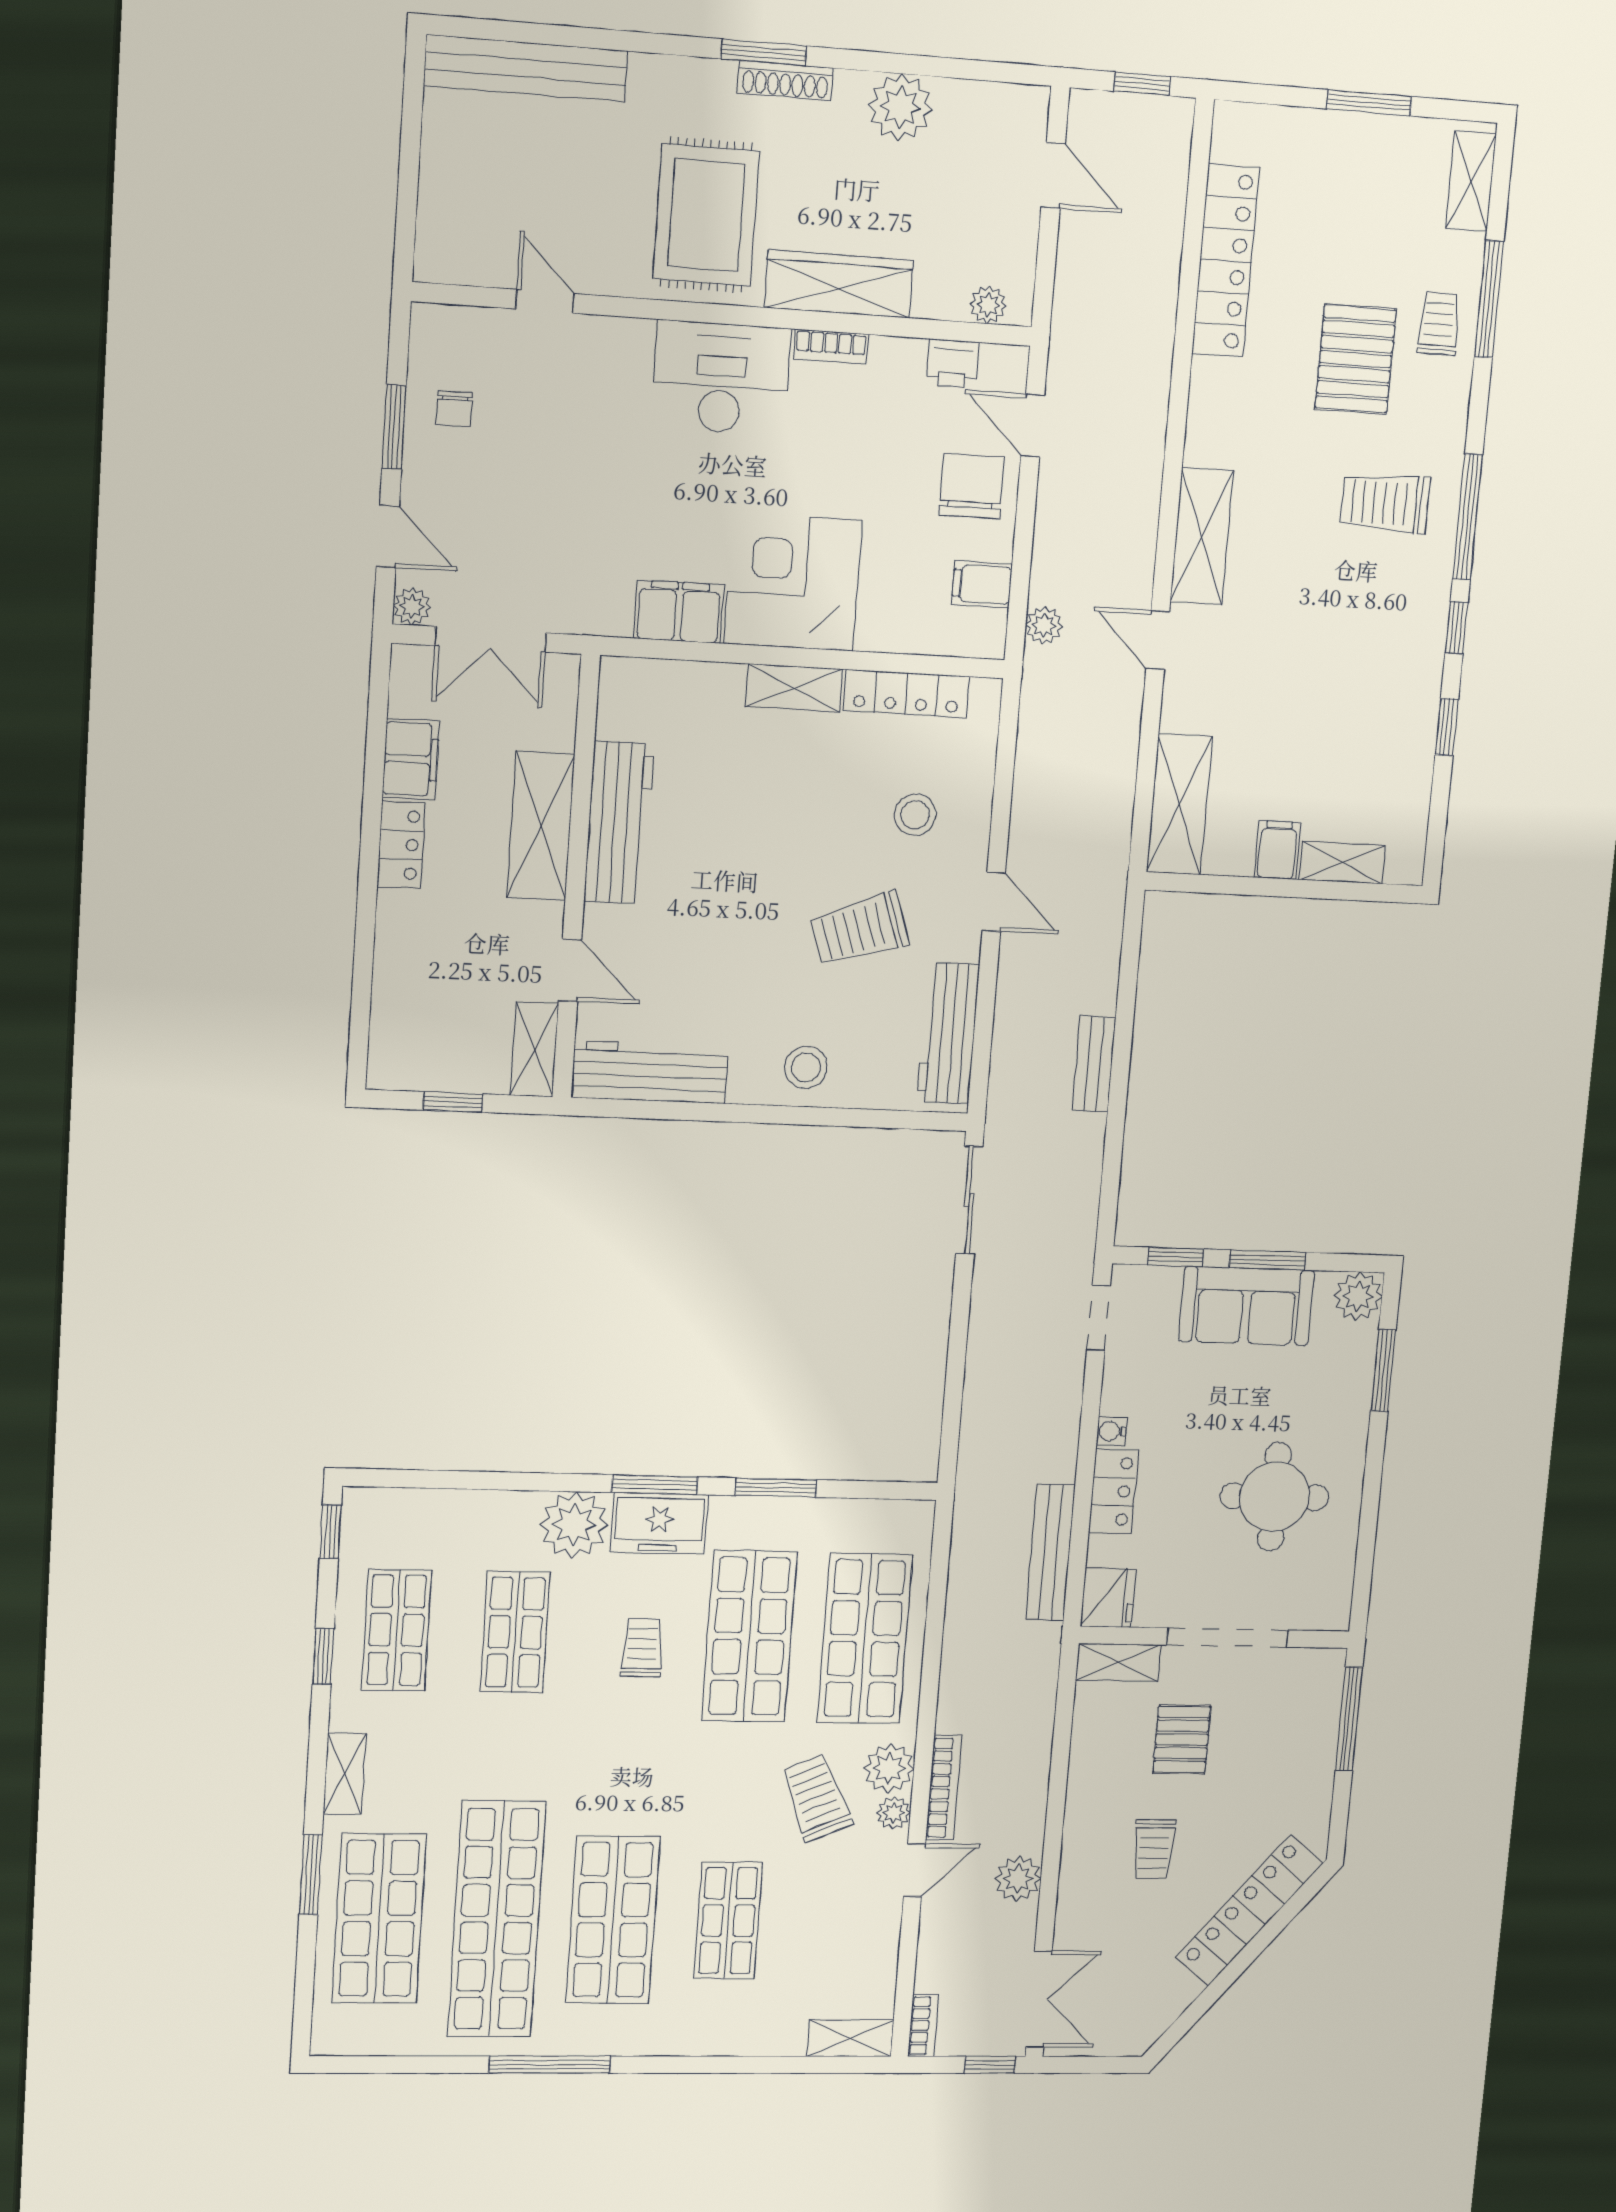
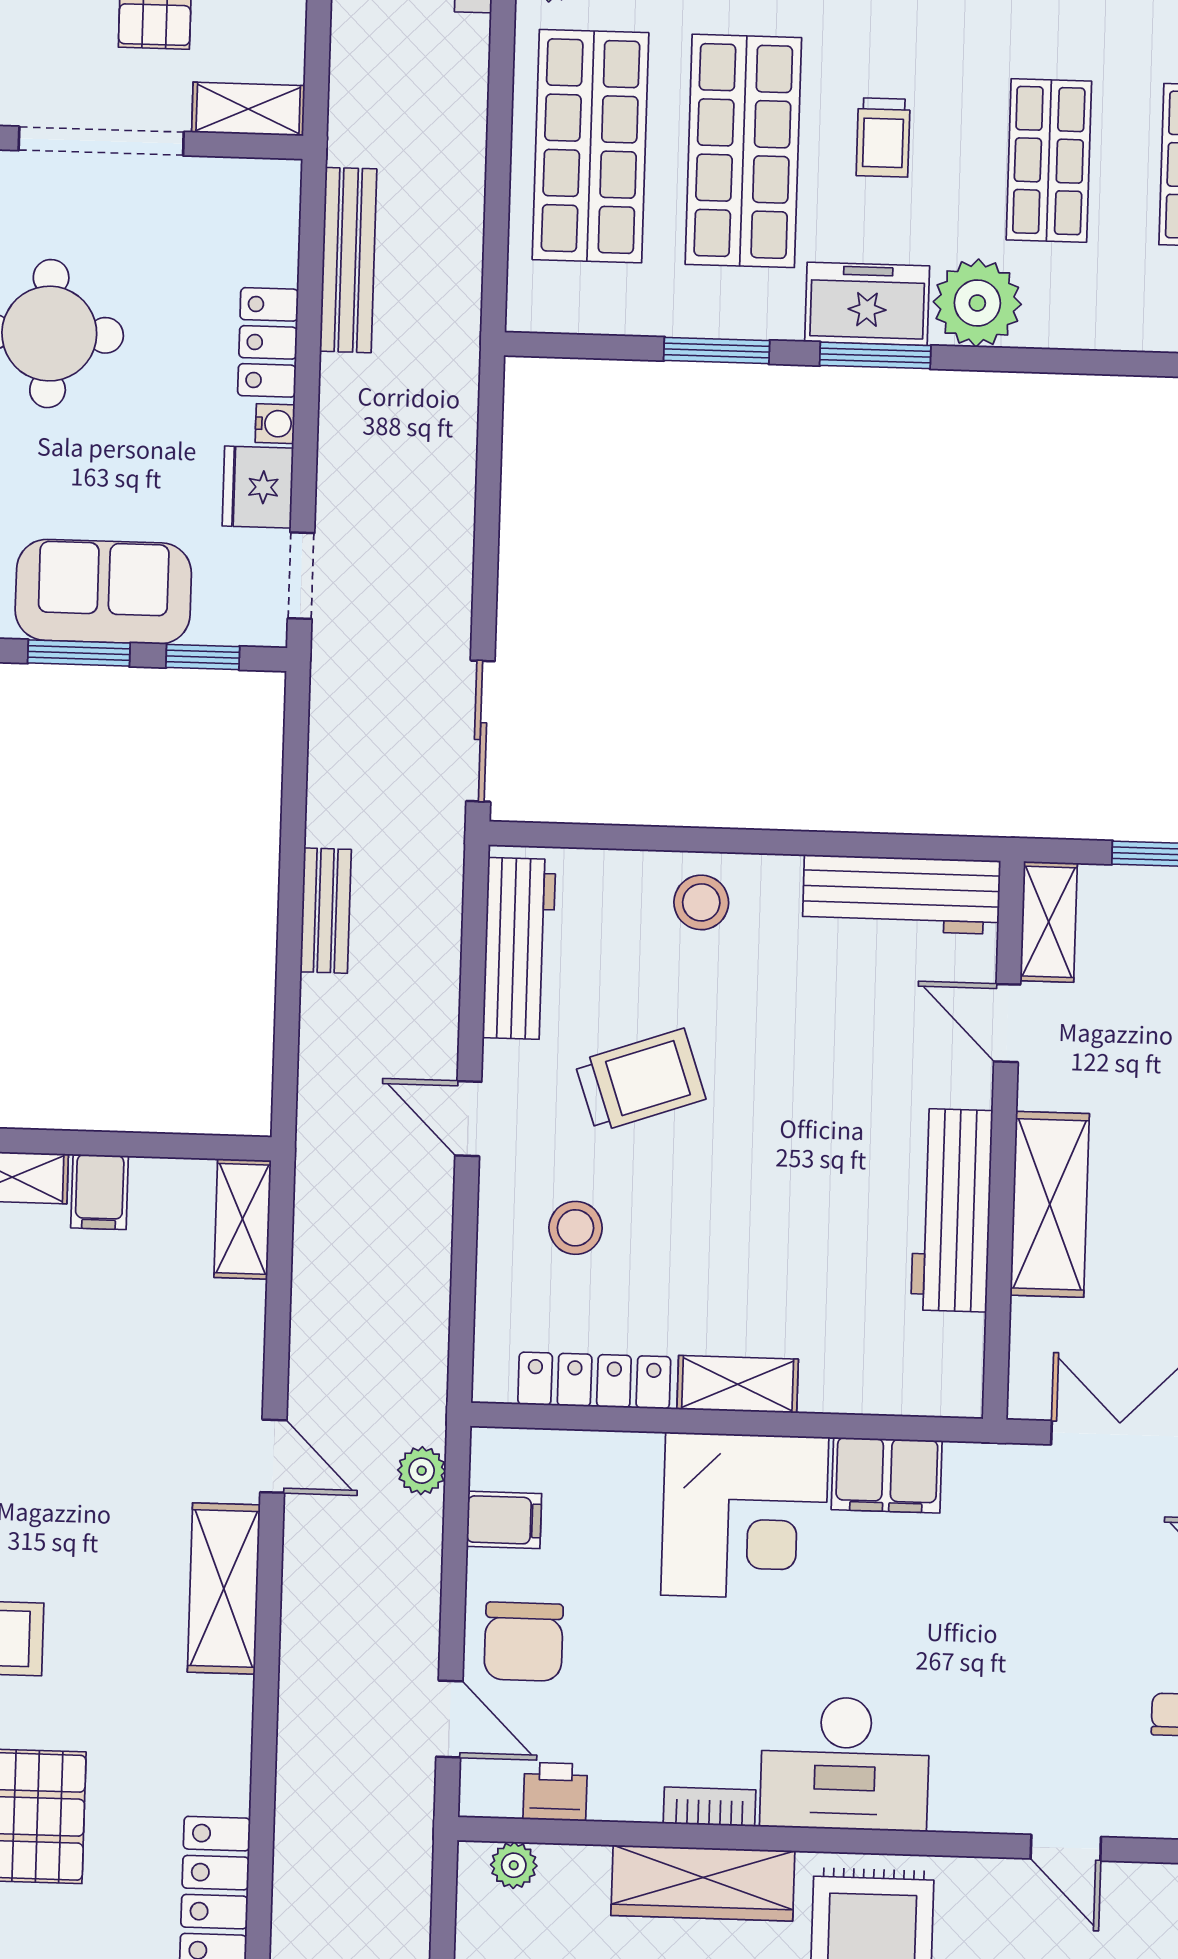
shelving: (1179, 804) -> (243, 1219), width x0.67, depth x0.75
fridge: (1108, 1598) -> (258, 487), moved

